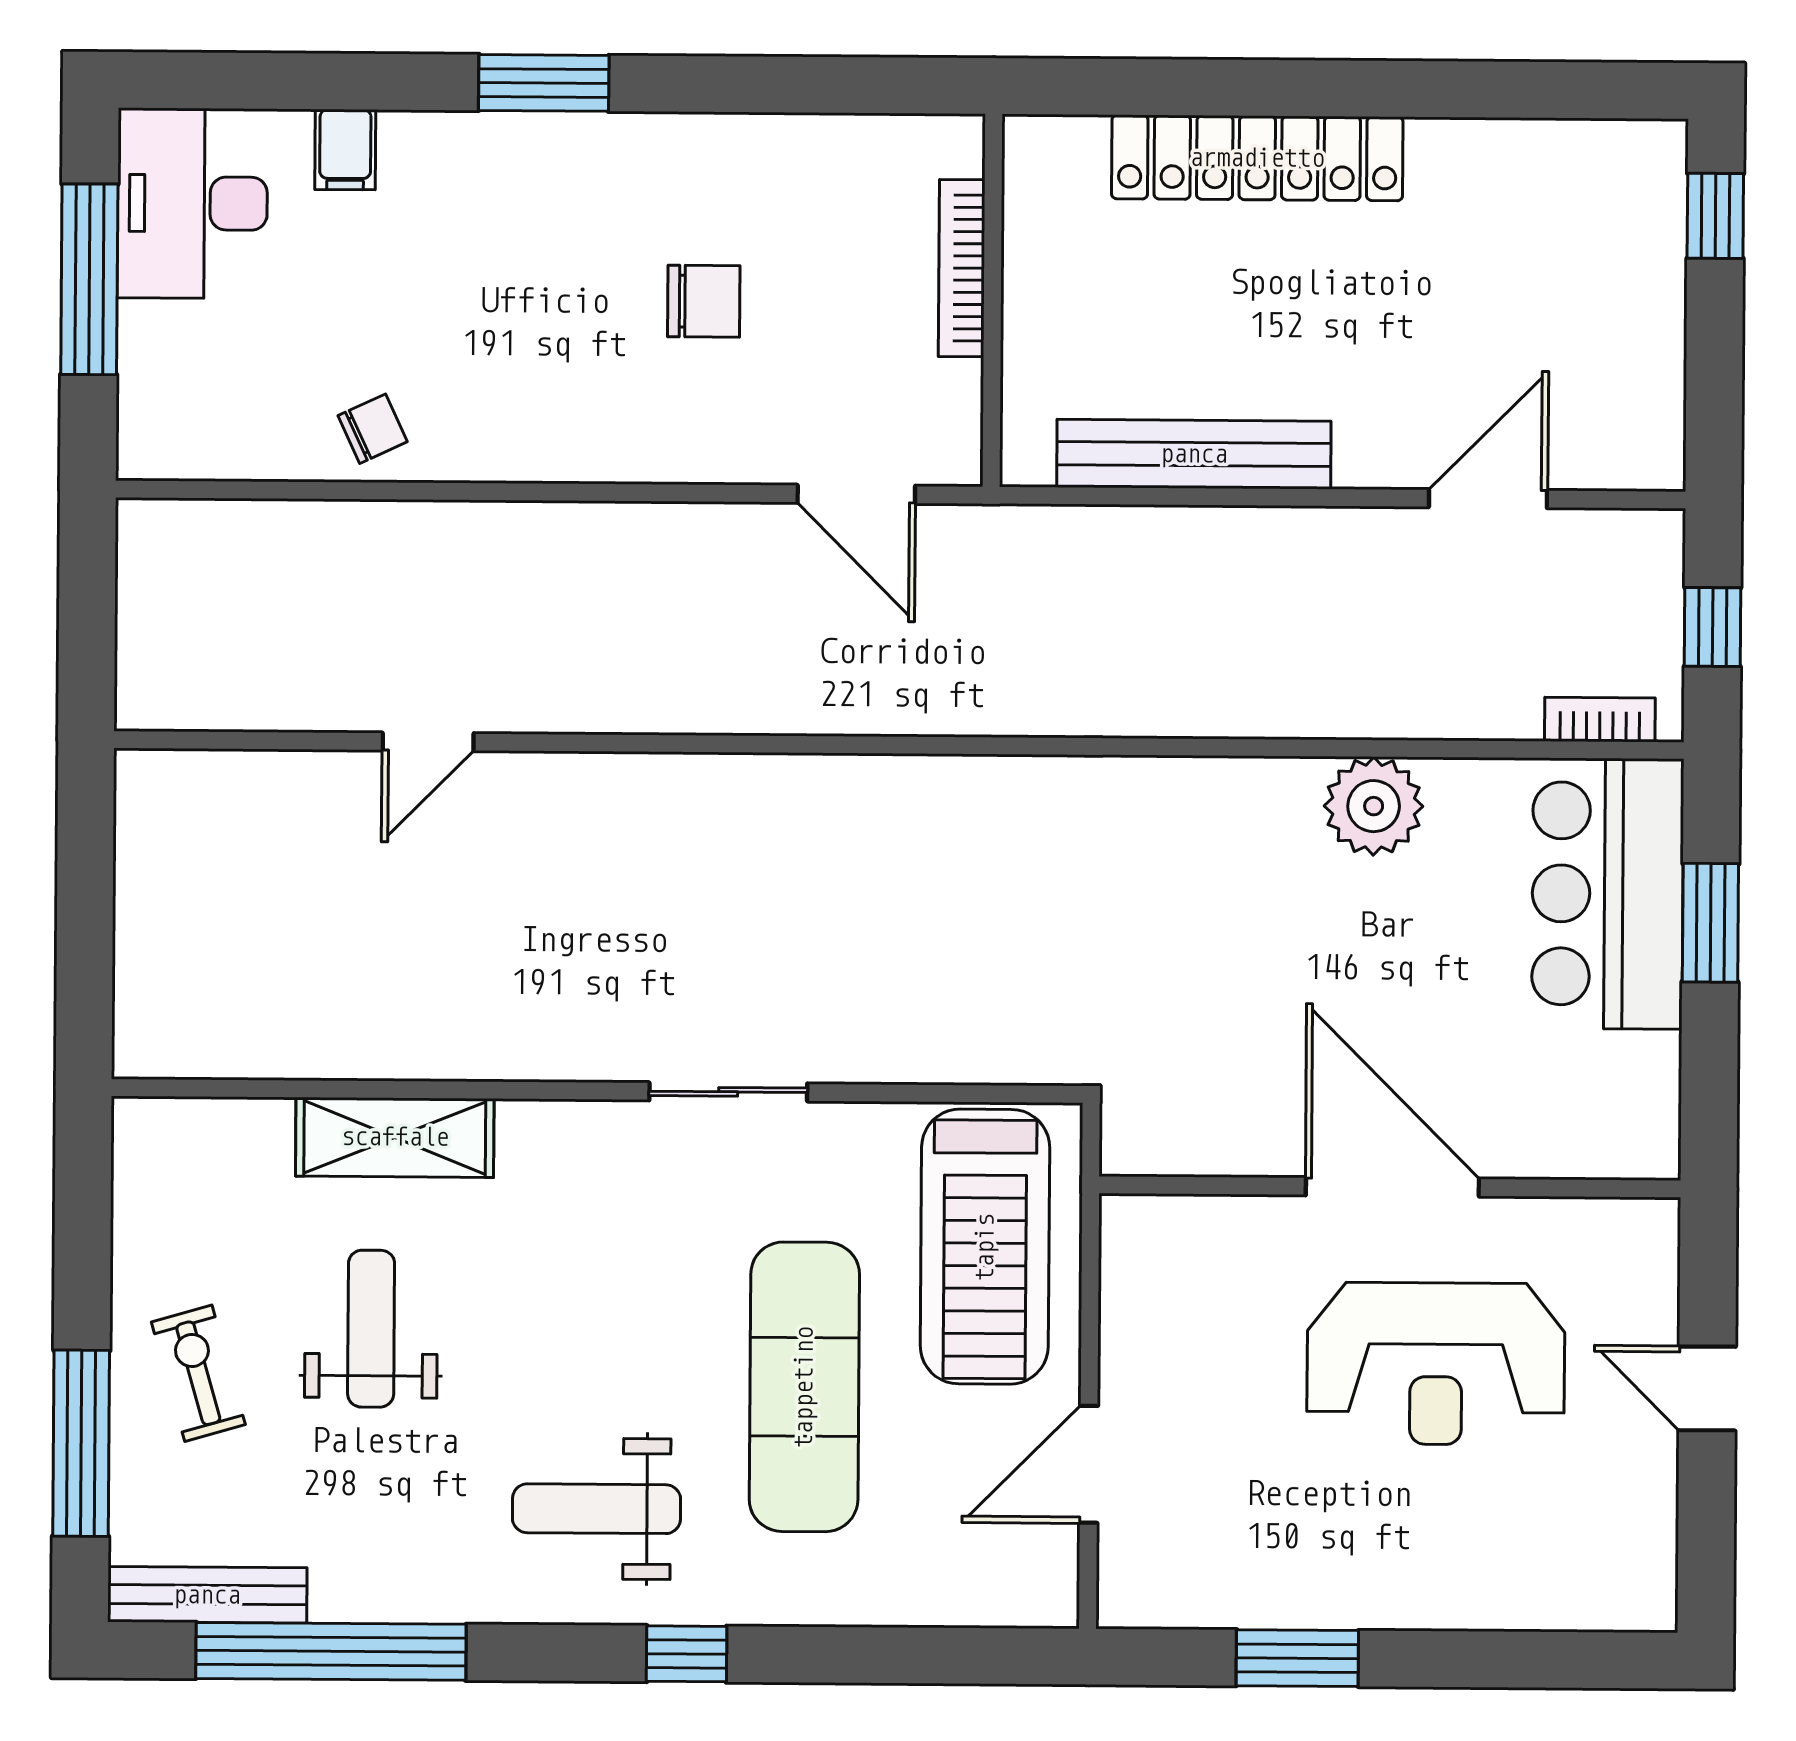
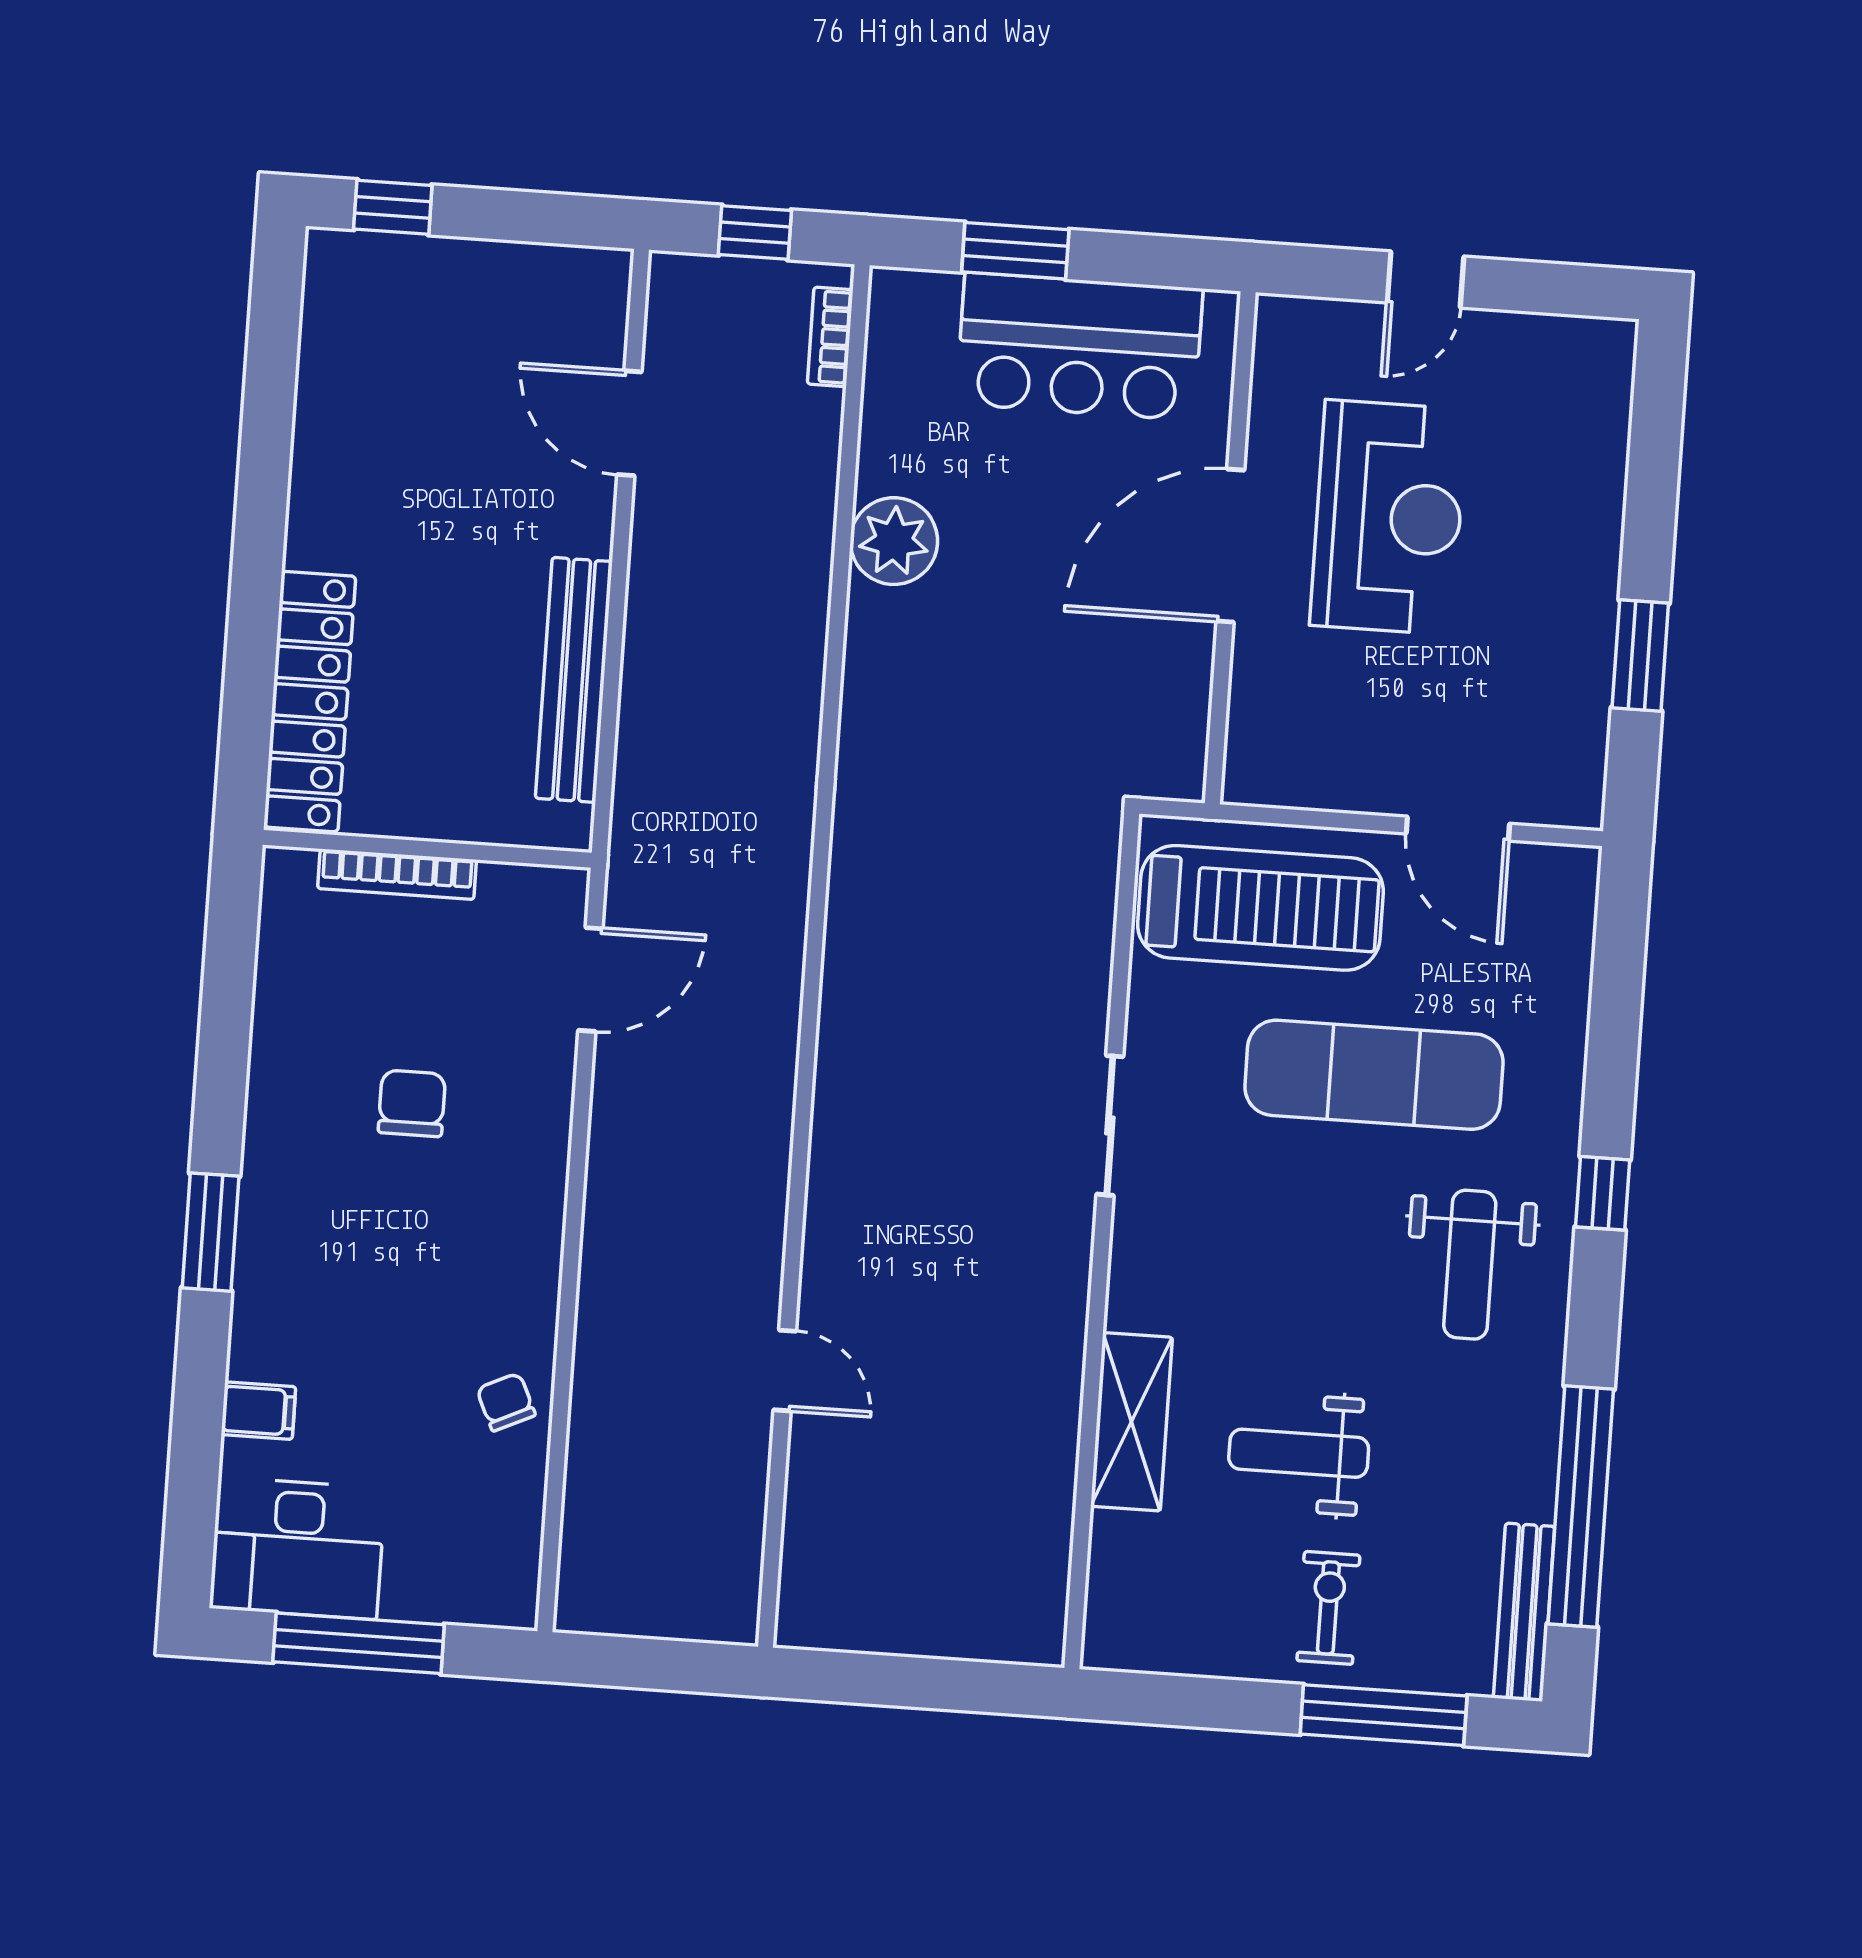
locker: (1257, 158) -> (310, 702), moved
bar counter: (1608, 894) -> (1079, 346), moved
exercise bike: (198, 1373) -> (1328, 1608), turned 106

